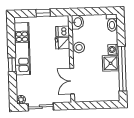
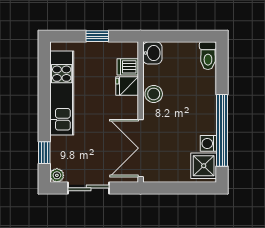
washing machine: (113, 49) -> (208, 143), moved
shower: (111, 63) -> (204, 166), moved
window: (12, 65) -> (44, 153), moved
double door: (72, 81) -> (141, 148), width x1.37

